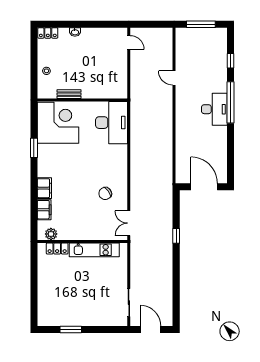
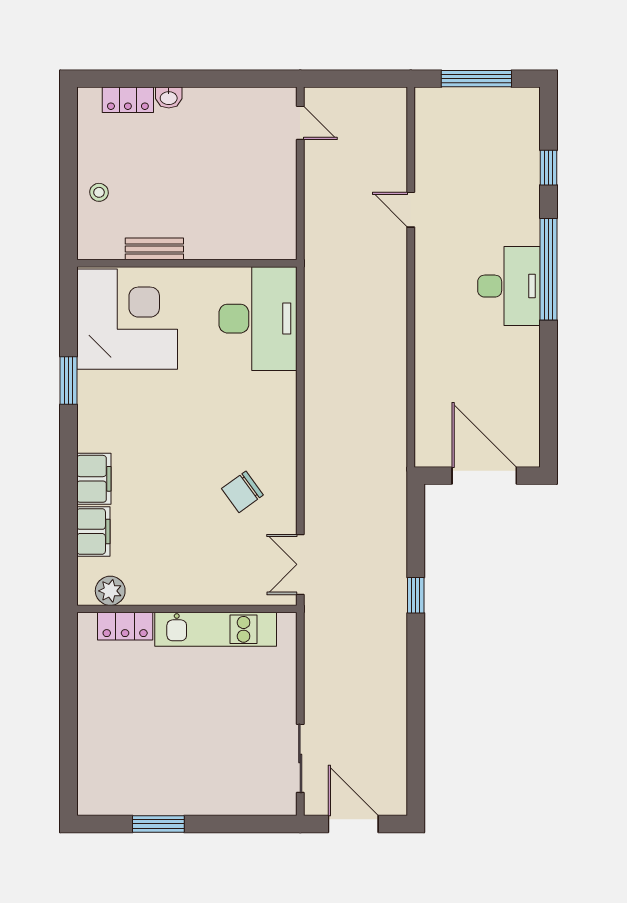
locker: (48, 33) -> (128, 100), moved

